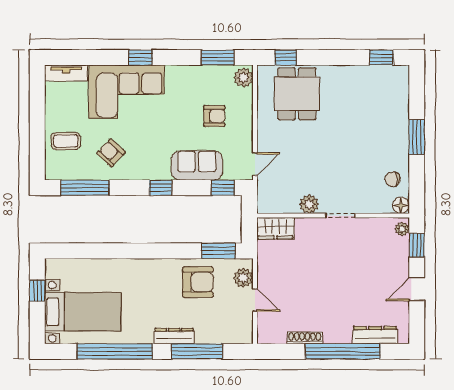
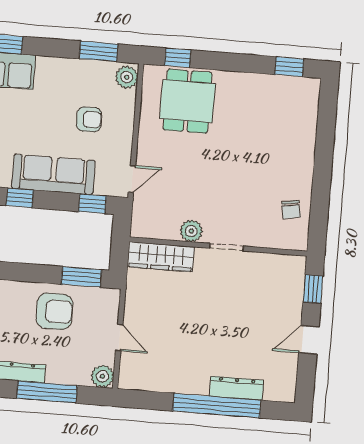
window: (417, 137) -> (323, 163), removed
sofa: (197, 165) -> (53, 174), width x1.36
chair: (393, 179) -> (291, 210), turned -100
floor lamp: (401, 205) -> (298, 241), removed
wardrobe: (275, 228) -> (161, 257), width x1.50
plant: (402, 229) -> (298, 269), removed
plant: (243, 278) -> (102, 376), moved
dresser: (375, 335) -> (236, 388), moved
shoe rack: (305, 338) -> (174, 386), removed

